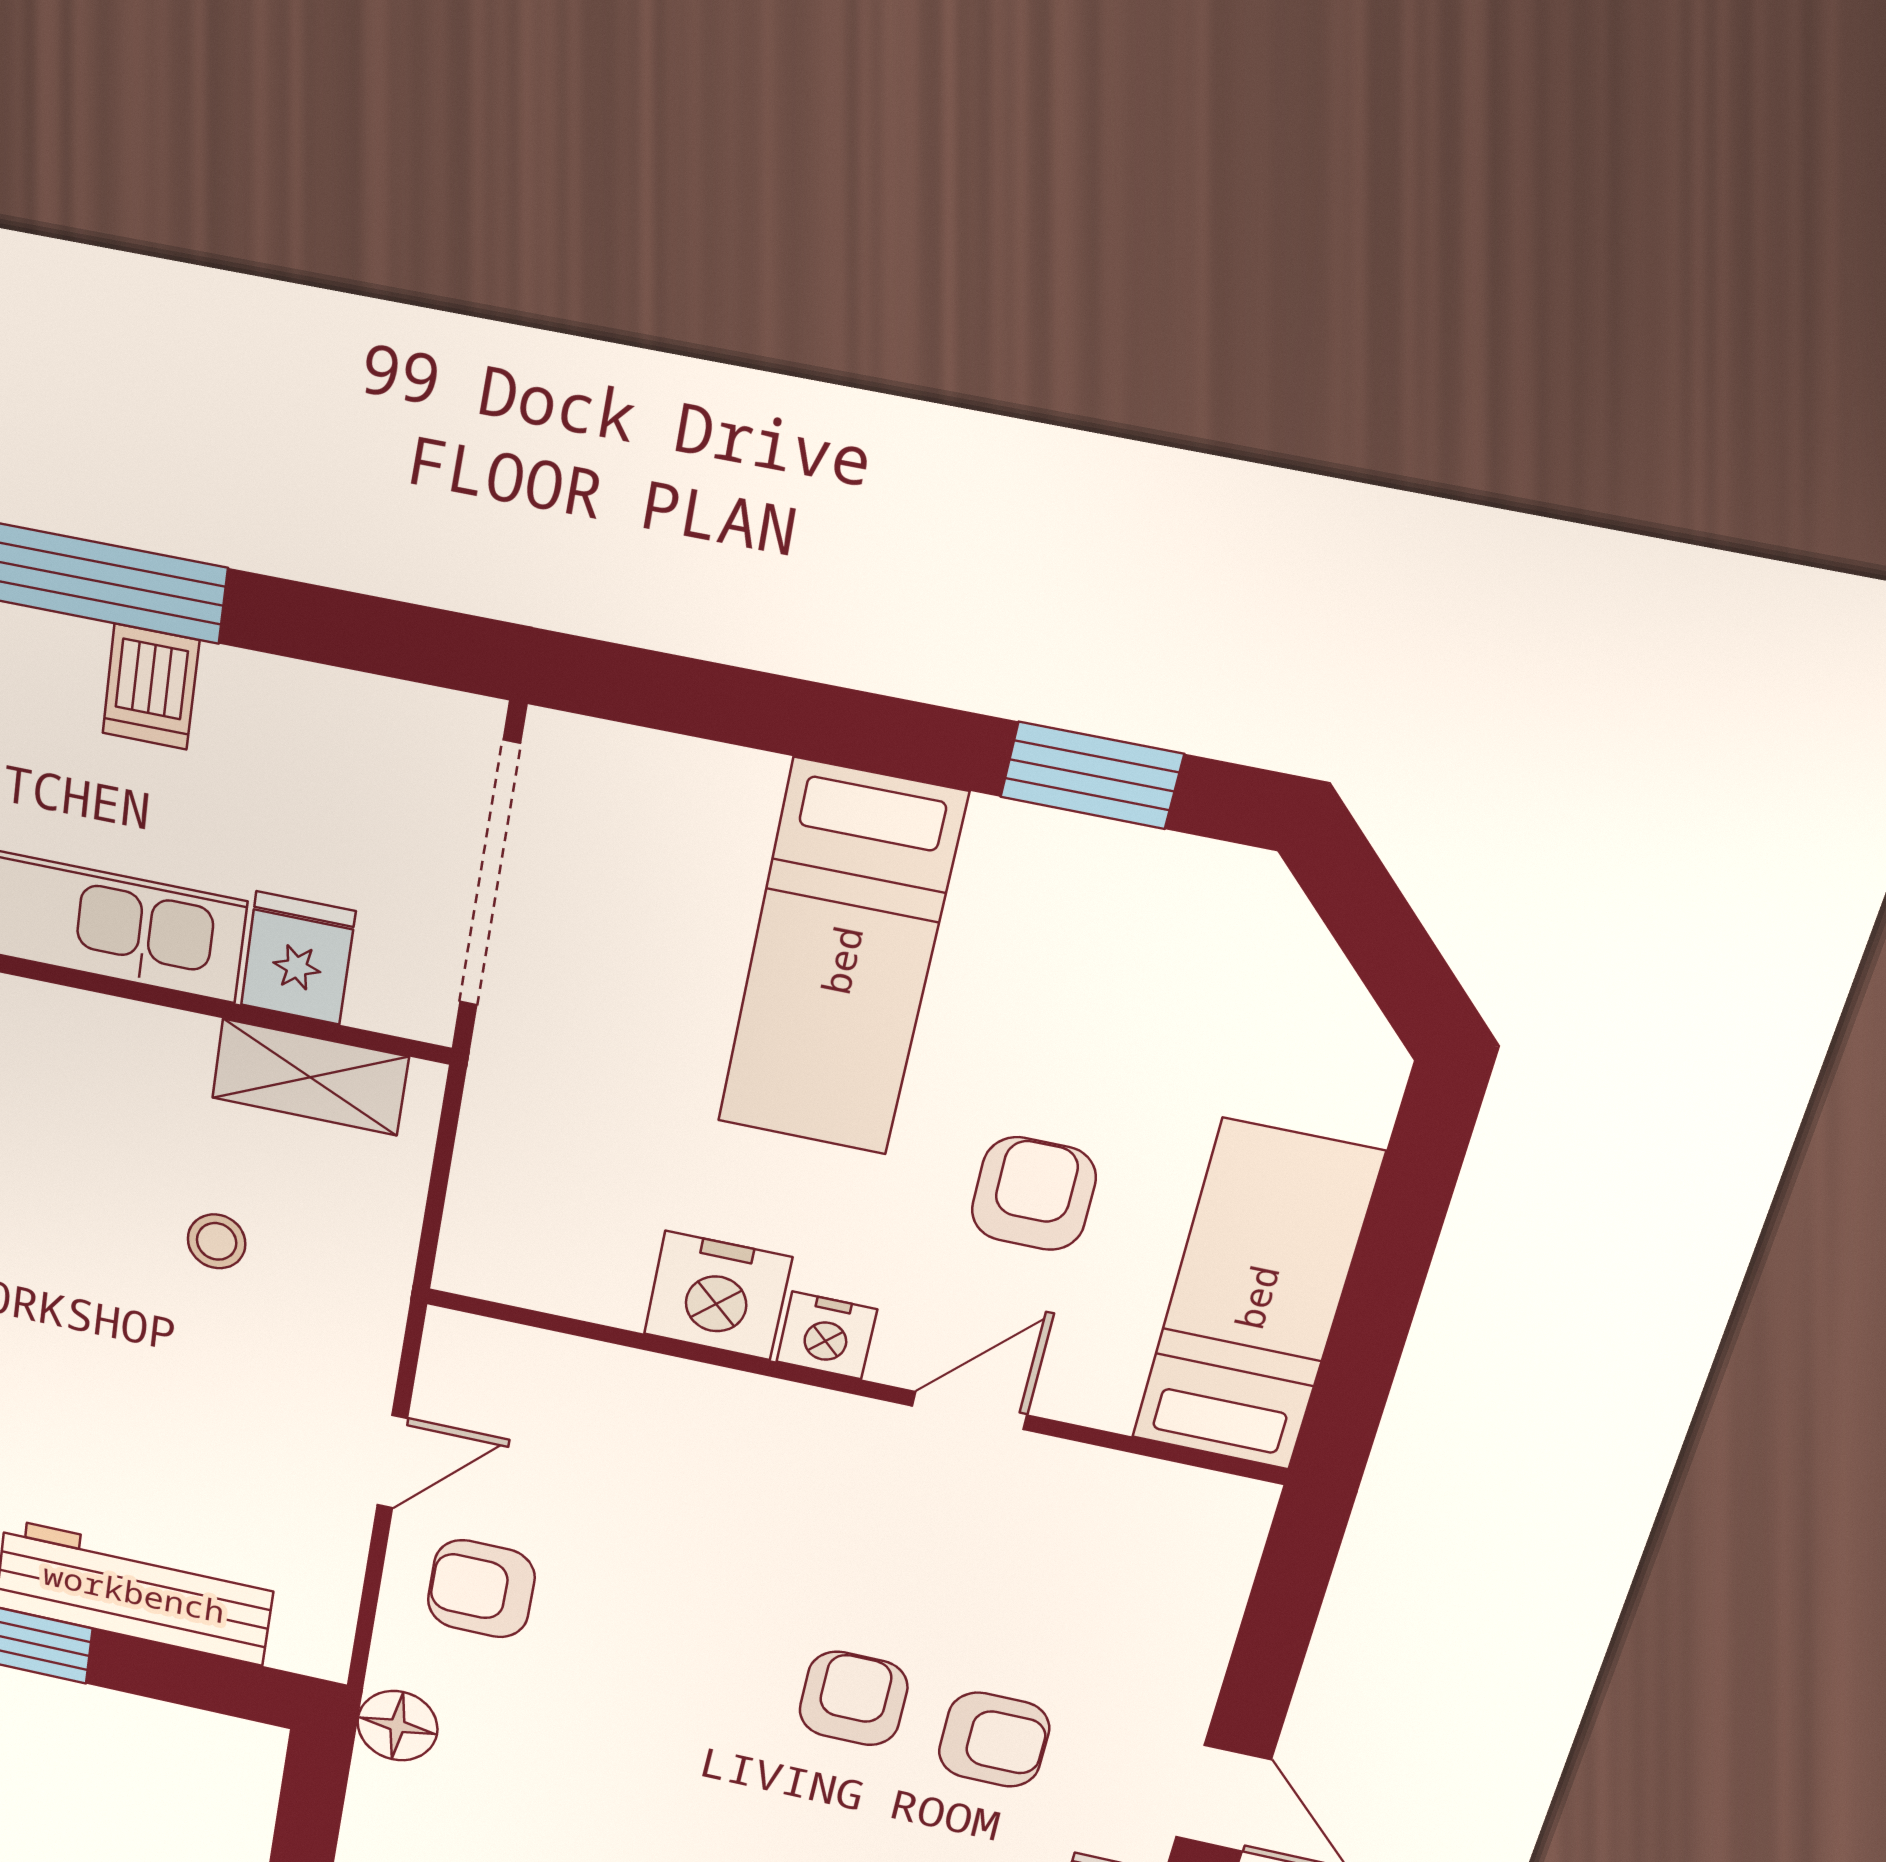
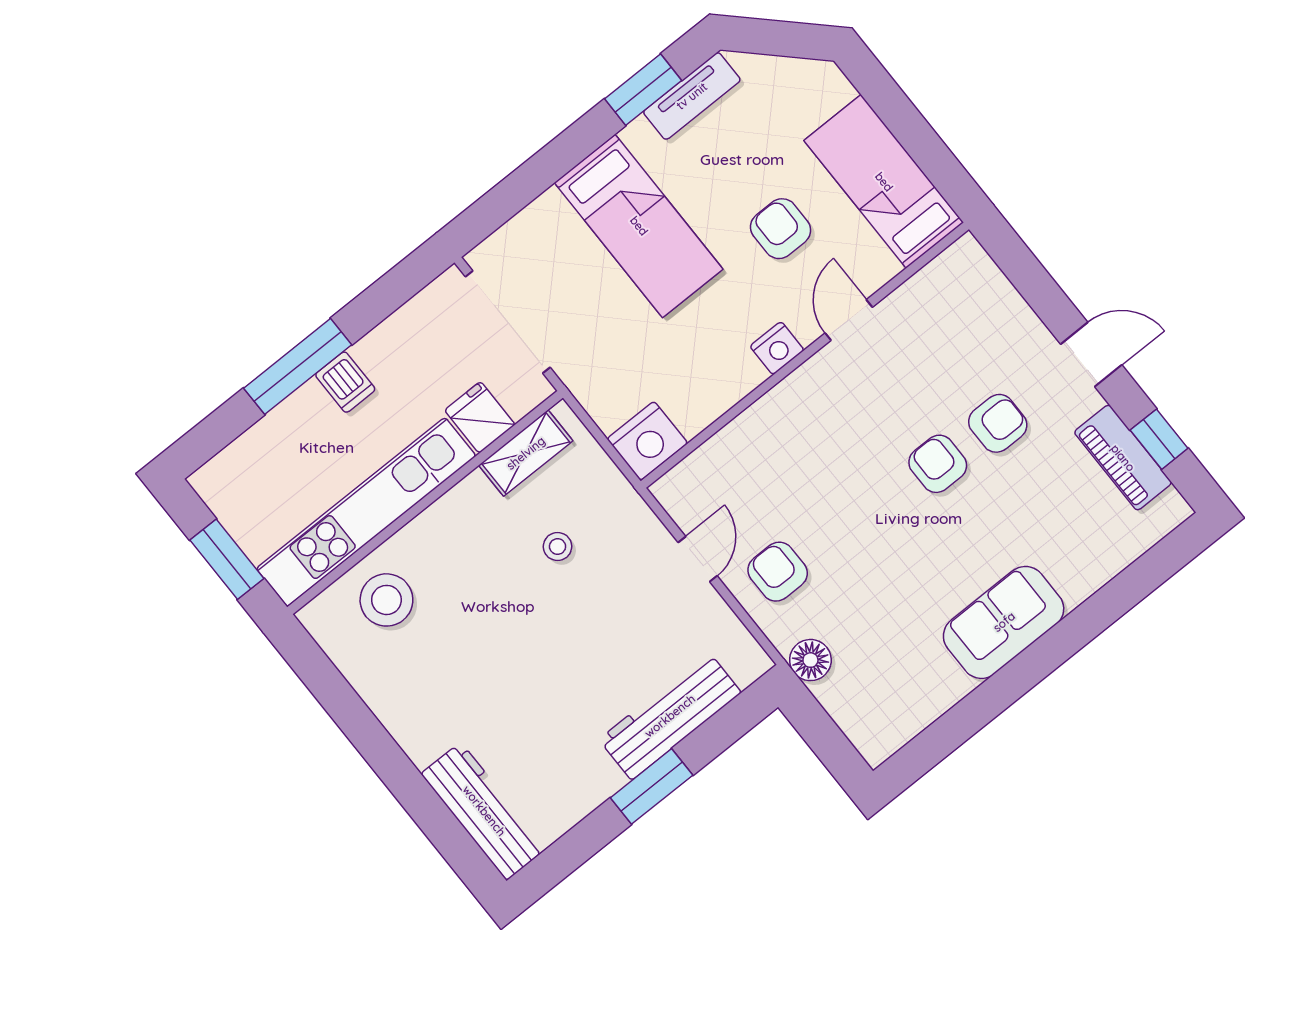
tv unit: (1149, 869) -> (692, 96), added
nightstand: (718, 1296) -> (647, 441), moved
armchair: (481, 1589) -> (778, 572), turned 90

